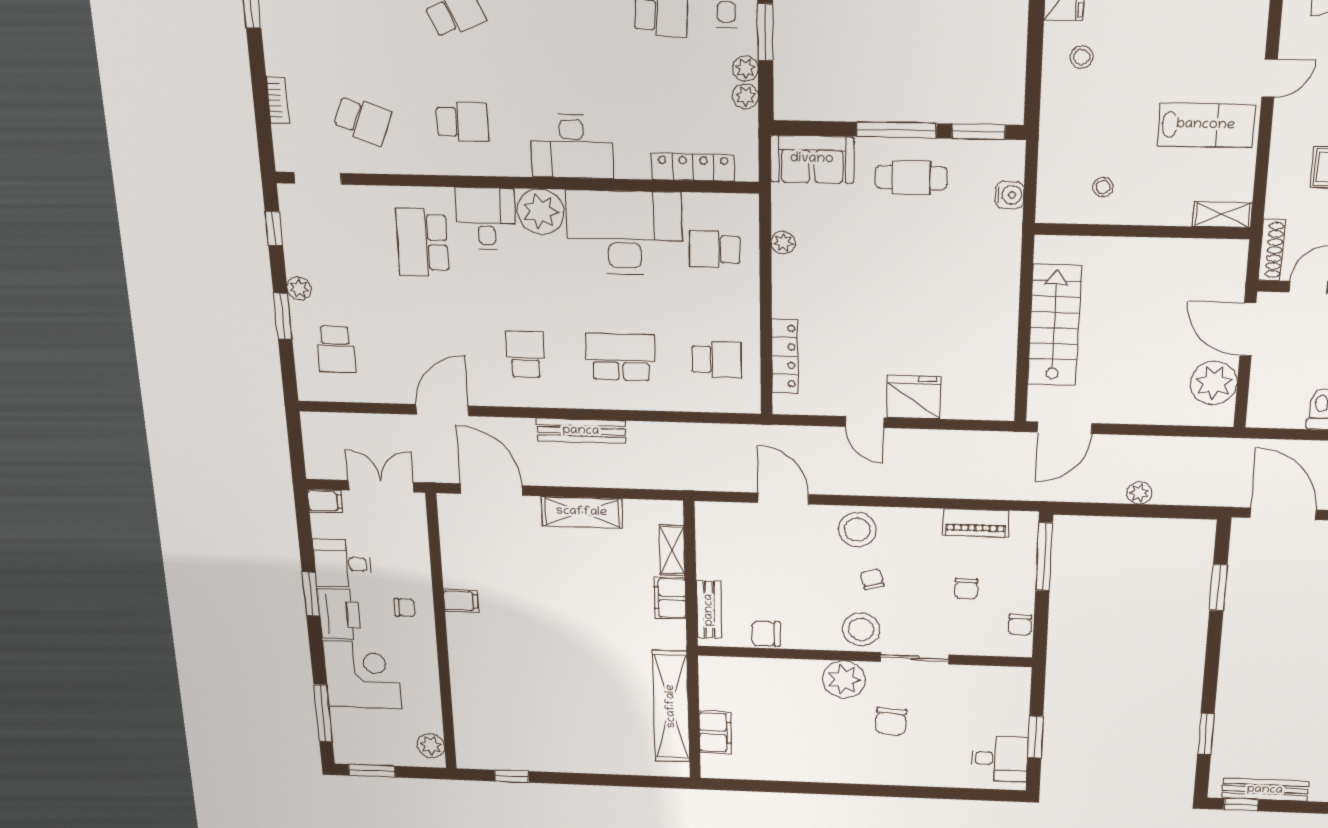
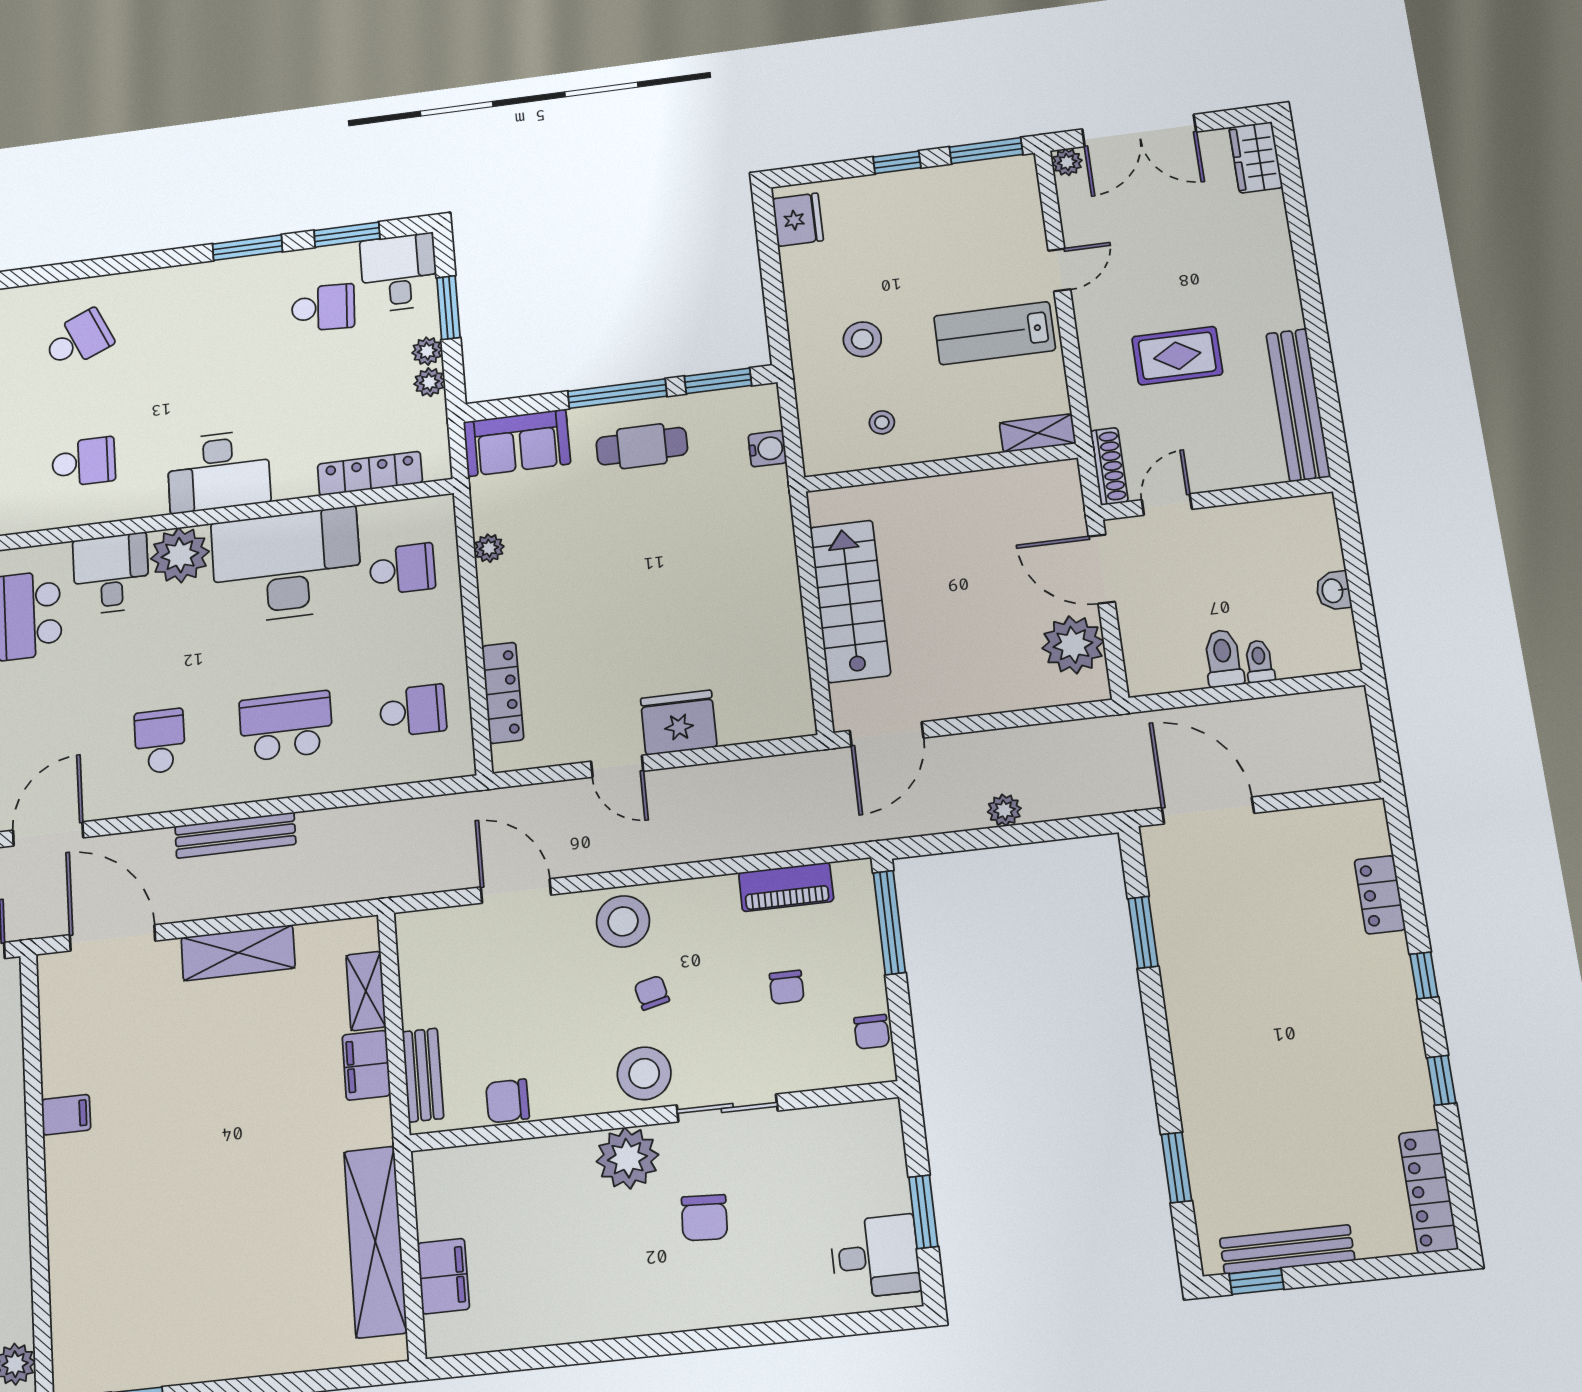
stool: (1082, 57) -> (862, 339), moved, width x1.37, depth x1.37
lab bench: (1206, 125) -> (995, 333), turned 180
school desk: (715, 249) -> (402, 569), turned 180

